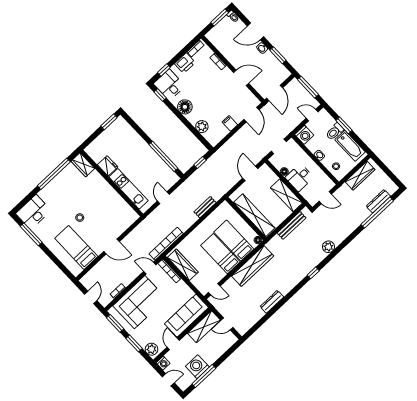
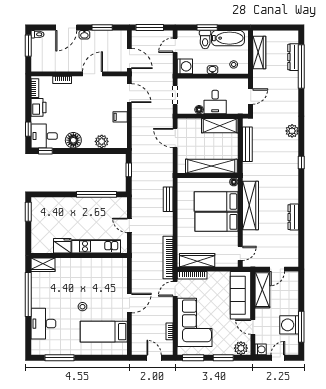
desk: (33, 212) -> (43, 324), moved

